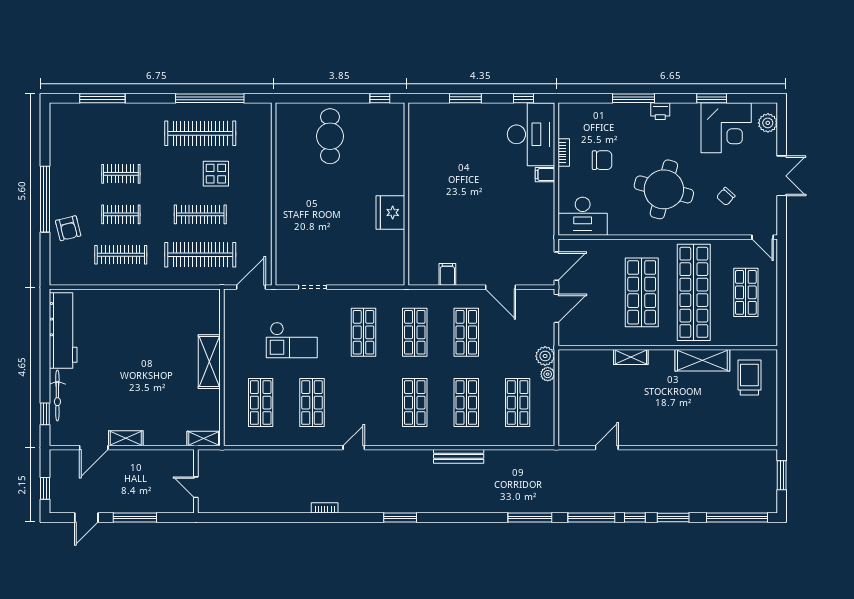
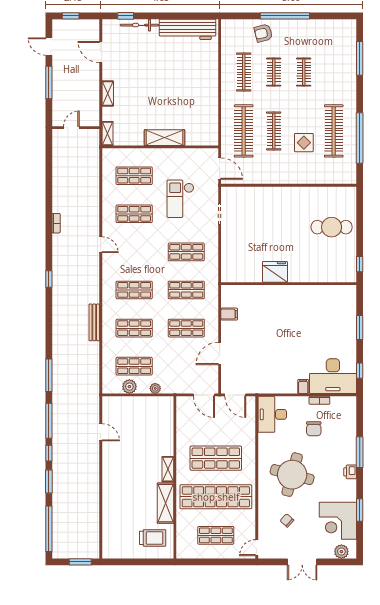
plant: (545, 356) -> (129, 387), moved
shelving: (631, 357) -> (168, 469), moved
shelving: (126, 438) -> (108, 94), moved
window: (400, 517) -> (49, 279), width x0.67

